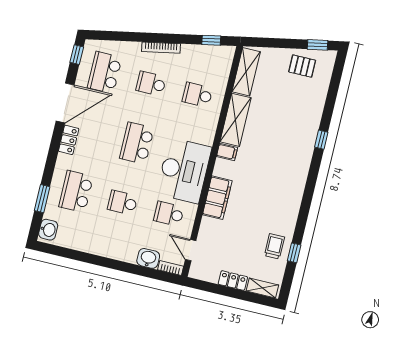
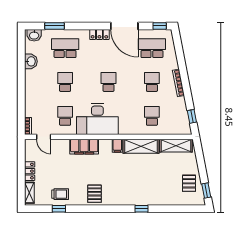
school desk: (137, 143) -> (109, 82), width x0.54
pallet: (285, 199) -> (95, 194), added
door: (191, 250) -> (44, 137), swing flipped
washbasin: (148, 258) -> (31, 61), moved

